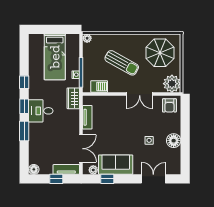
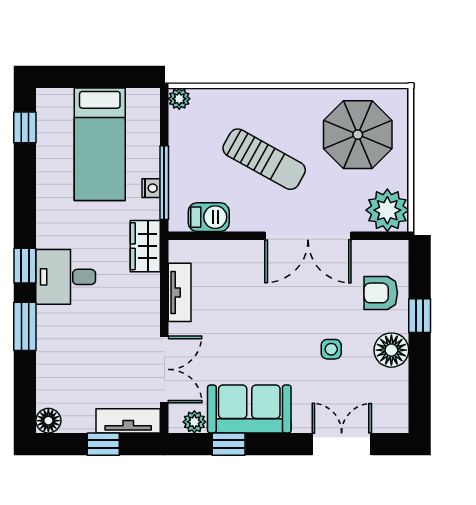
window: (24, 82) -> (25, 127), moved
double door: (140, 94) -> (308, 236), width x1.37
armchair: (169, 105) -> (381, 293), moved, turned 90
window: (185, 127) -> (420, 316), added

